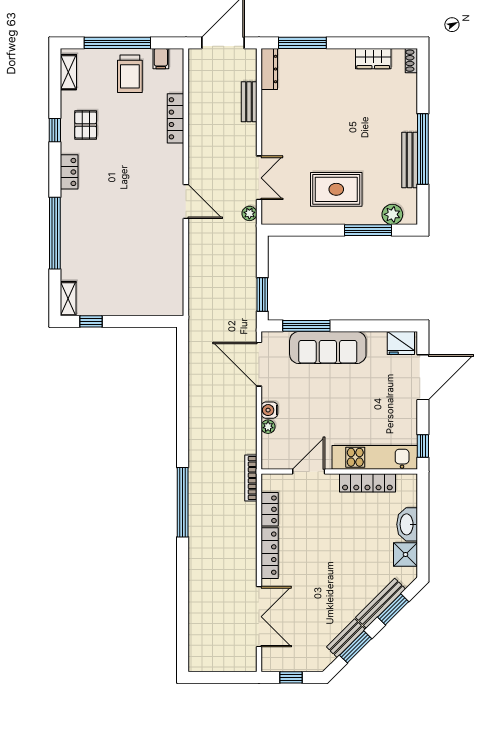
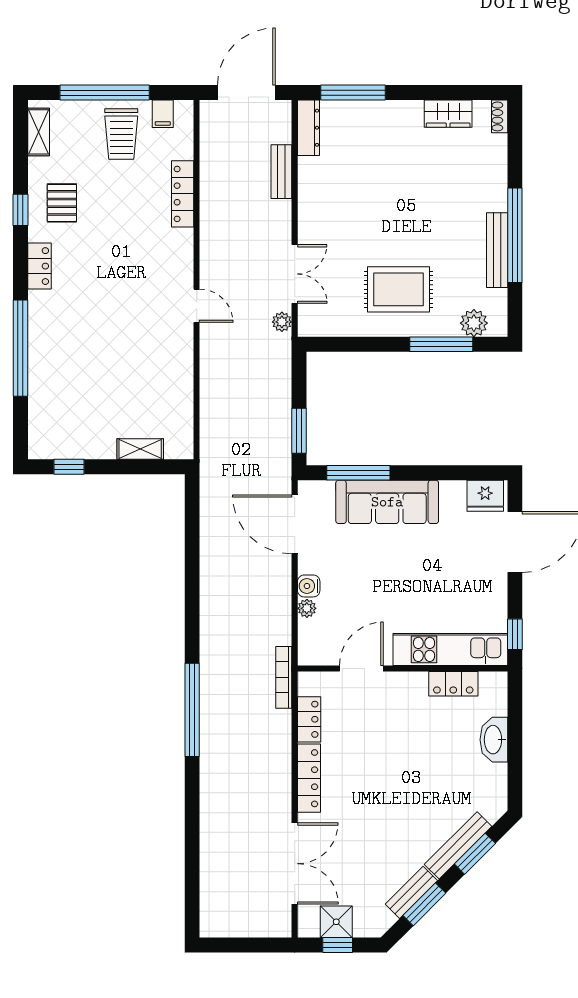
door: (186, 201) -> (197, 306), width x0.73
shelving: (68, 299) -> (140, 449), moved, turned 90
locker: (367, 483) -> (453, 684), width x0.66
shower: (406, 554) -> (336, 922), moved

